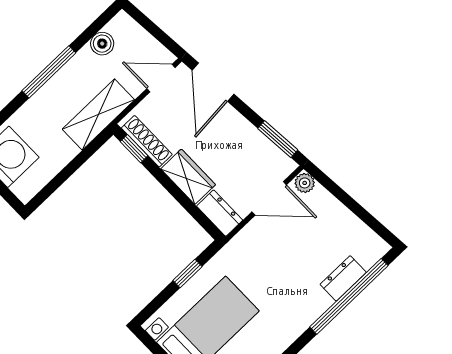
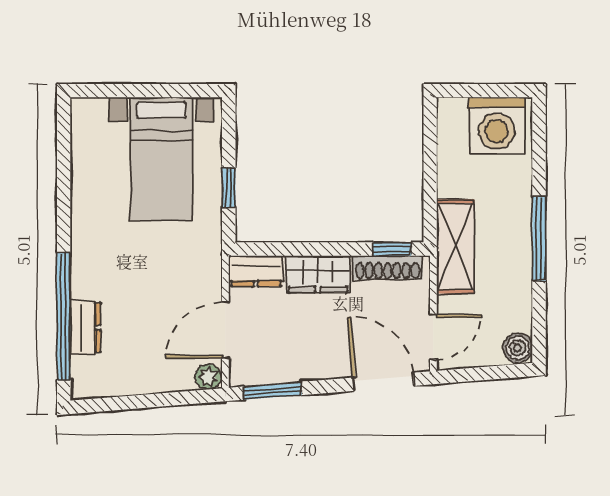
boiler: (102, 44) -> (518, 348), moved

